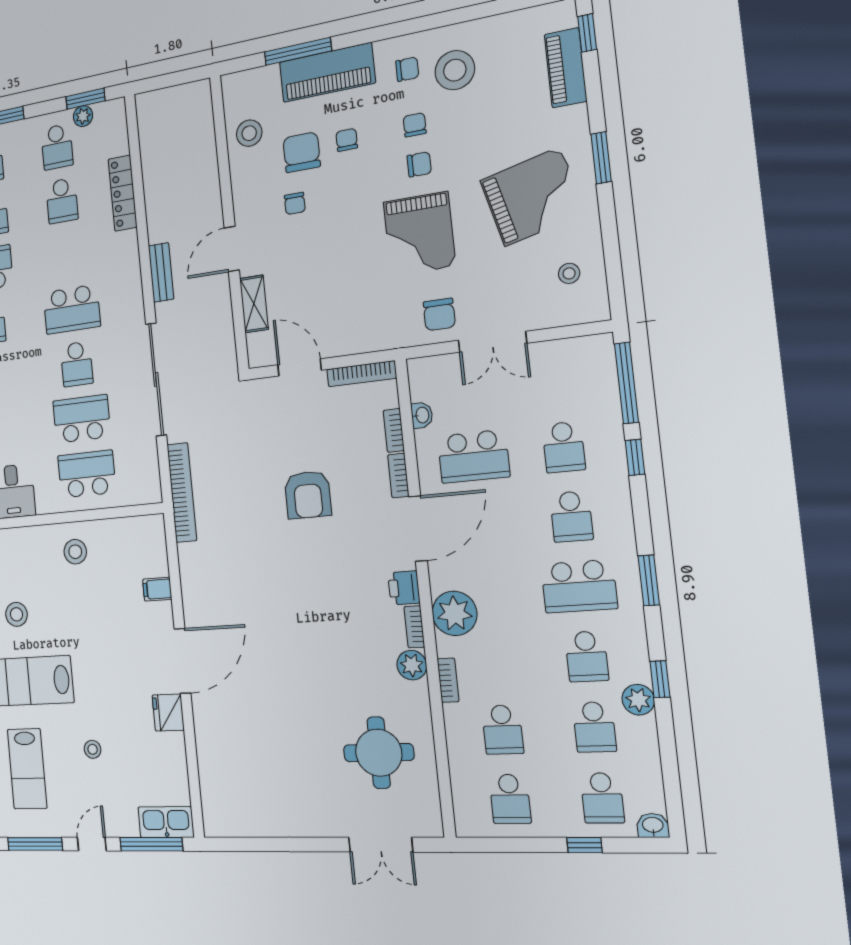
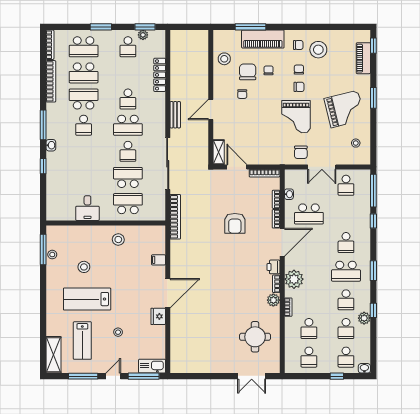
school desk: (62, 201) -> (128, 99), moved
shelving: (254, 304) -> (219, 152), moved
school desk: (564, 447) -> (346, 185), moved

